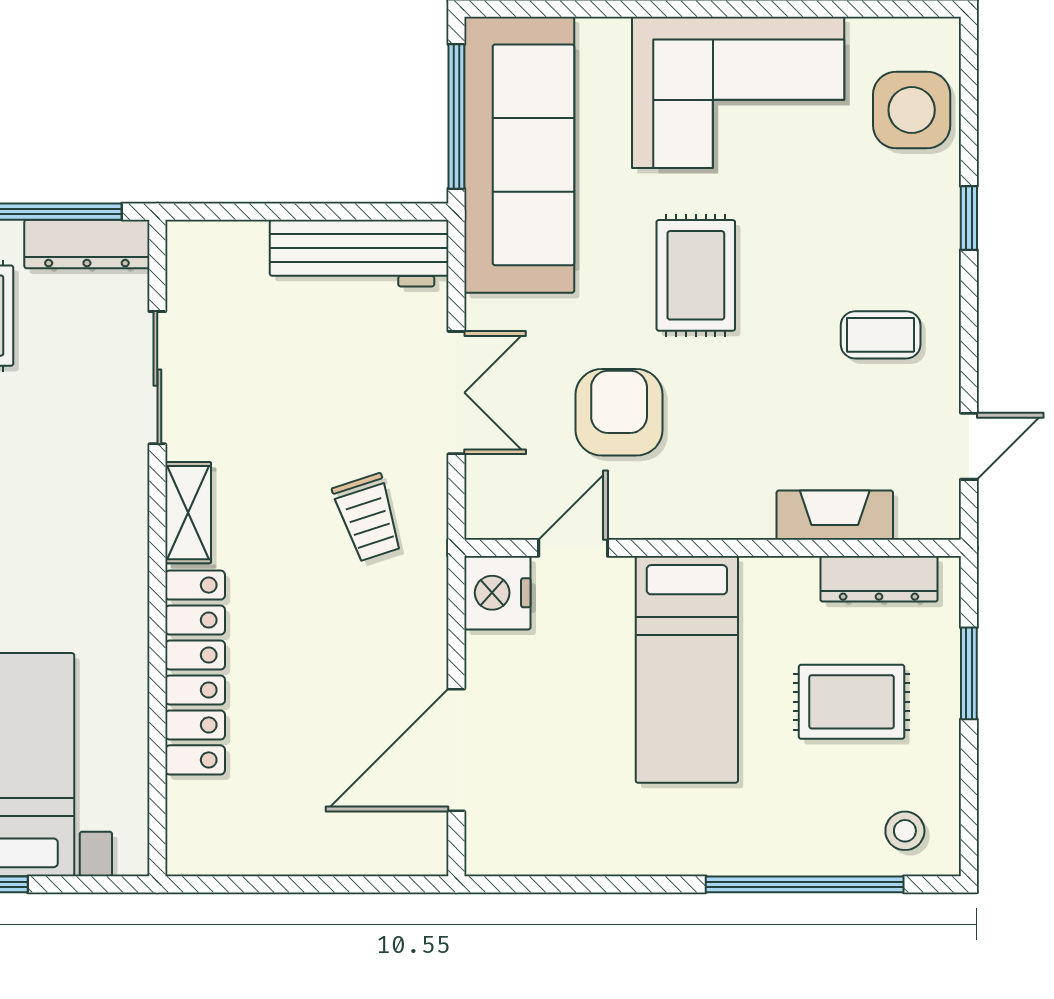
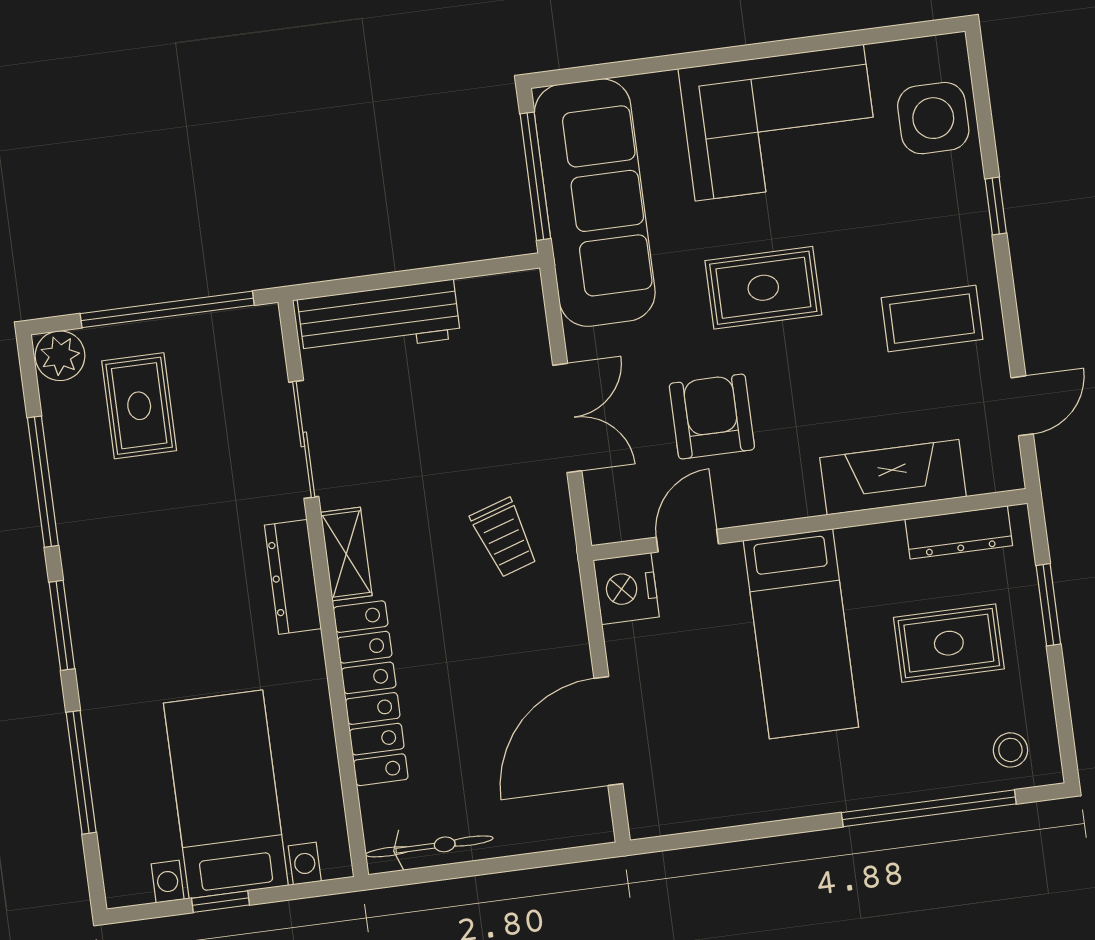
dresser: (87, 244) -> (293, 577), moved, turned 90
workbench: (359, 253) -> (379, 318), moved
rug: (696, 275) -> (763, 288), turned 90
coffee table: (881, 335) -> (932, 319), width x1.36, depth x1.30
fireplace: (835, 515) -> (893, 477), width x1.37, depth x1.32
bicycle: (238, 853) -> (429, 846), added

